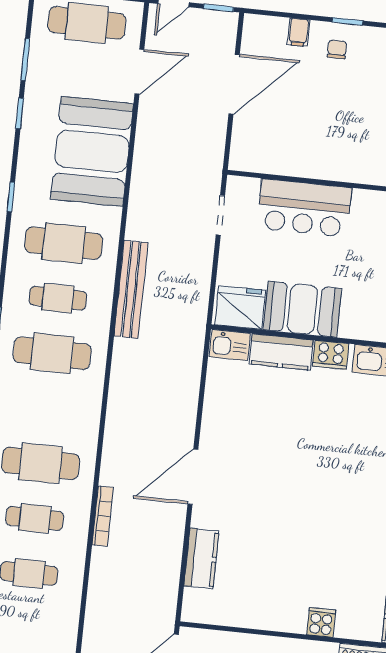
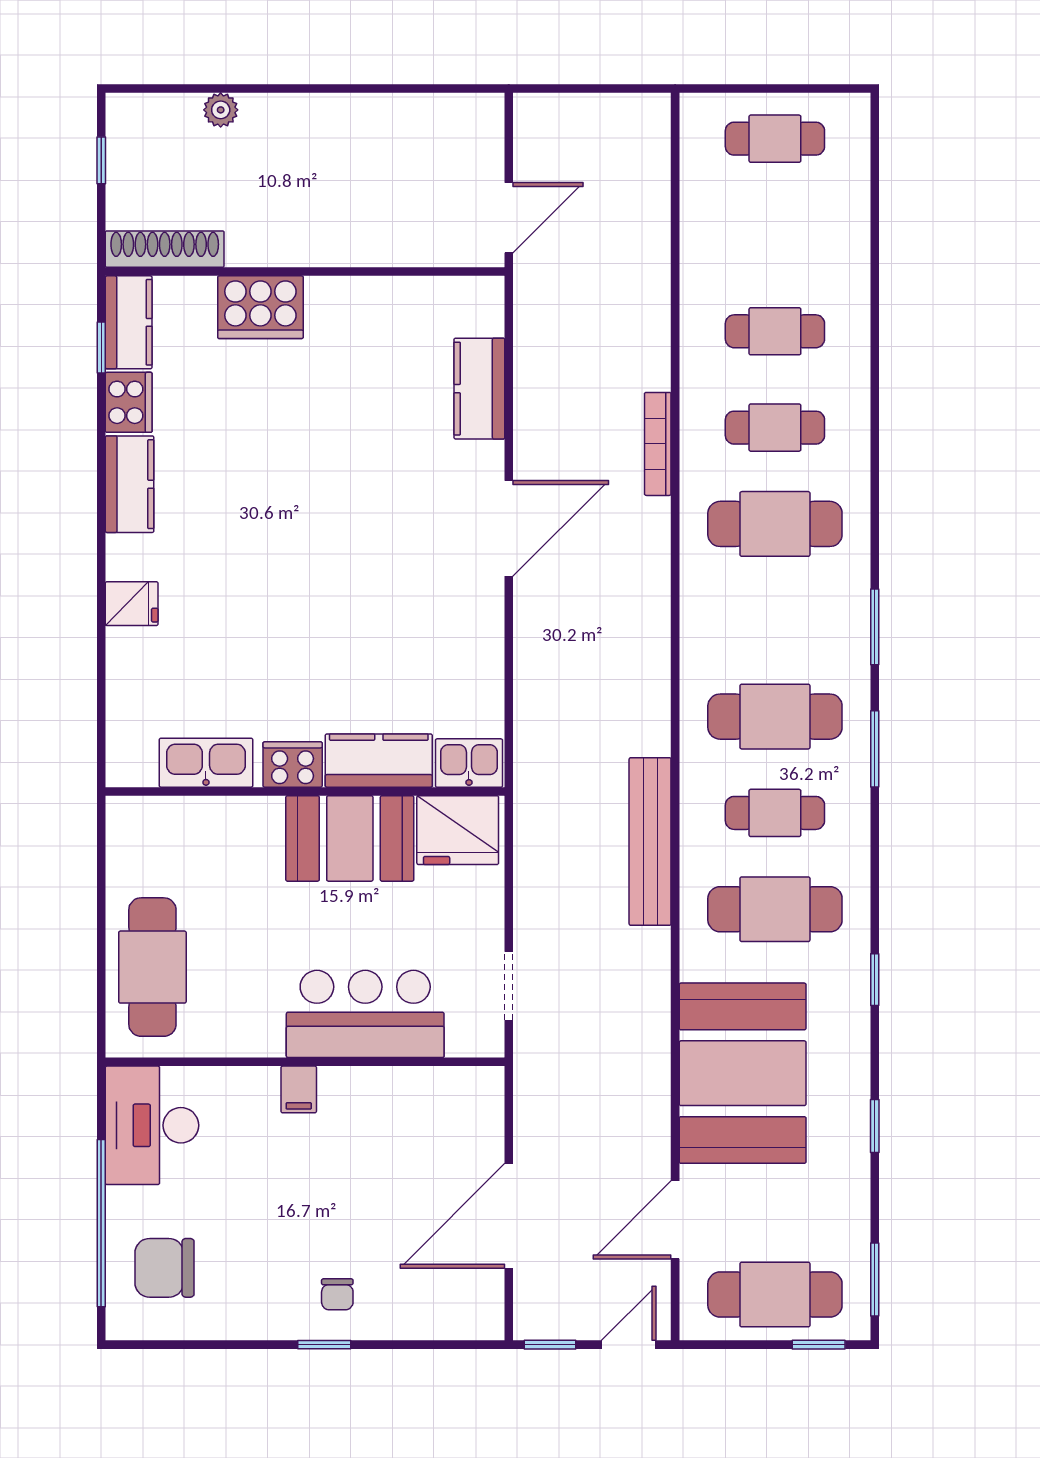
filing cabinet: (299, 32) -> (299, 1089), moved, turned 180
window: (25, 60) -> (875, 1280), moved
cooker: (321, 622) -> (260, 307), width x1.87, depth x1.31

